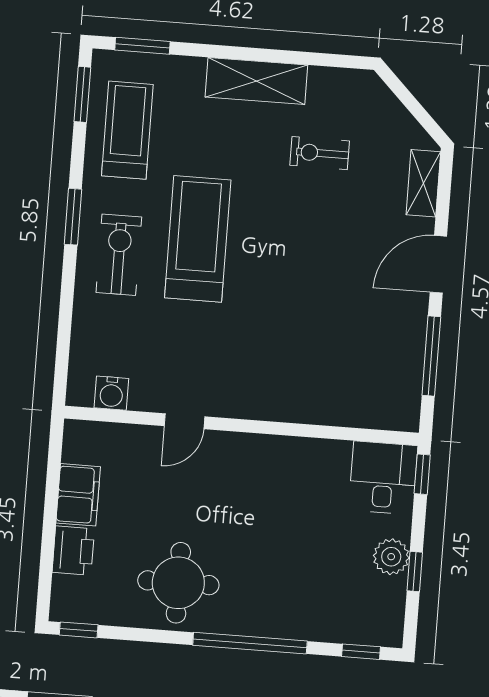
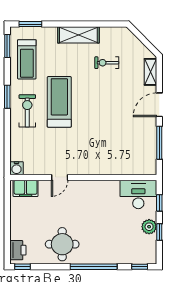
treadmill: (127, 130) -> (27, 59), turned 180
water cooler: (111, 393) -> (16, 168), moved
window: (422, 474) -> (159, 203), moved
desk: (383, 478) -> (138, 194), width x1.37
filing cabinet: (78, 495) -> (26, 188), moved, turned 90
printer: (73, 551) -> (18, 250), moved

